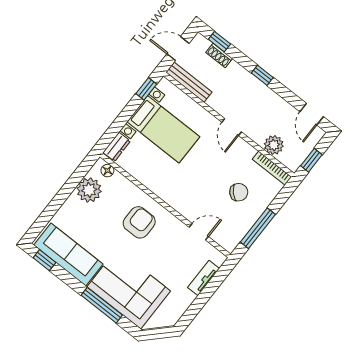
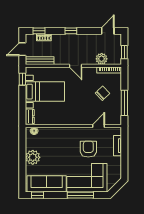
door: (312, 114) -> (108, 31), swing flipped
plant: (89, 190) -> (33, 157), moved
armchair: (139, 222) -> (88, 149), moved

